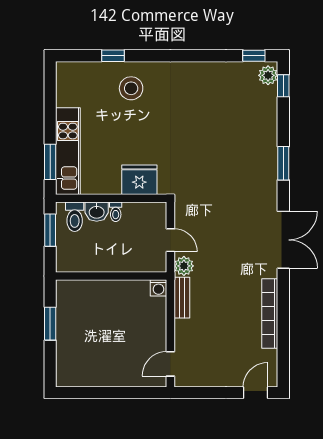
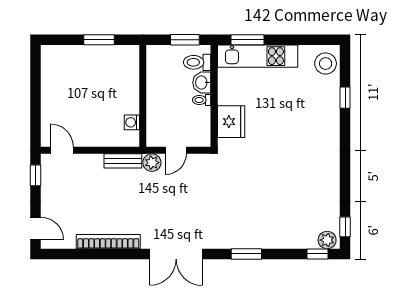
stool: (131, 88) -> (326, 64), moved
washing machine: (159, 288) -> (132, 122), moved
window: (198, 393) -> (36, 175), added

